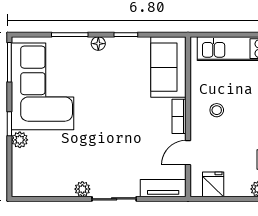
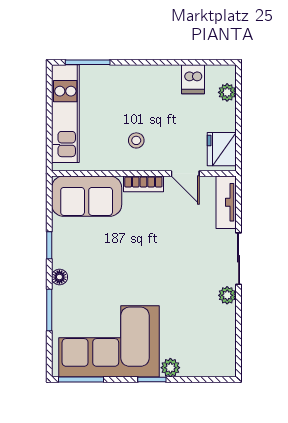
fridge: (213, 184) -> (222, 149), width x1.38

